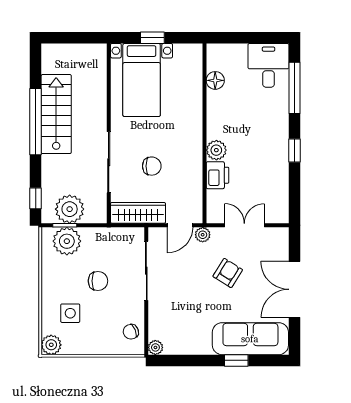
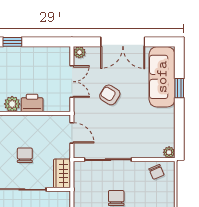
wardrobe: (138, 213) -> (62, 173), width x0.67
double door: (244, 225) -> (72, 82), swing flipped
plant: (203, 235) -> (79, 52), moved

